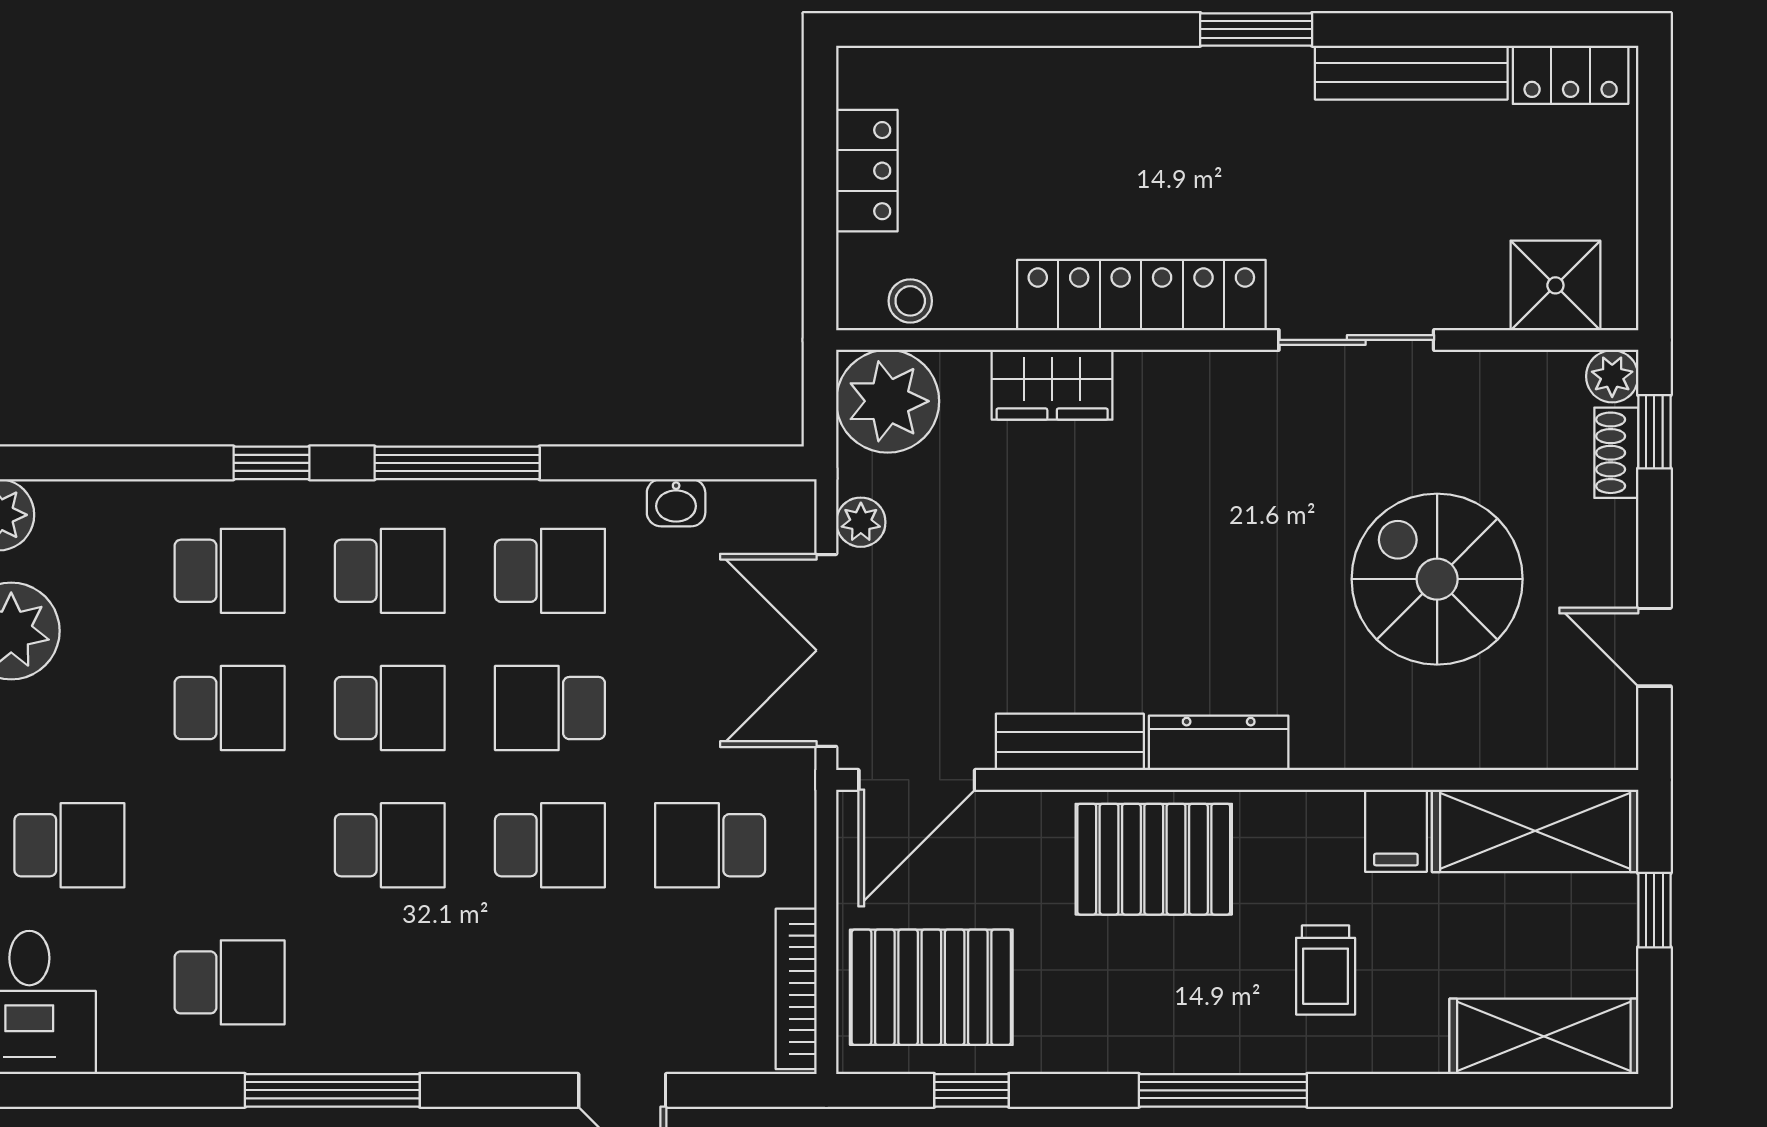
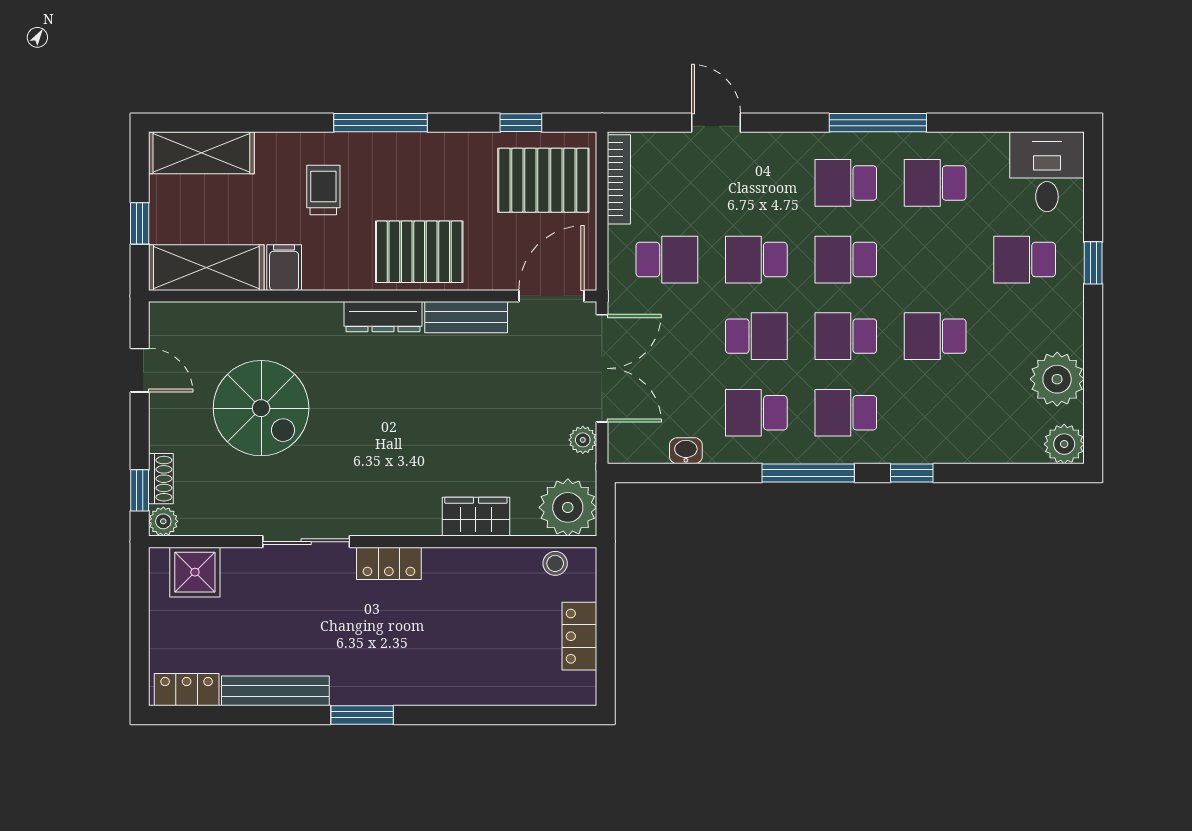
locker: (1141, 295) -> (389, 563), width x0.46, depth x0.83
school desk: (230, 571) -> (846, 183), moved

